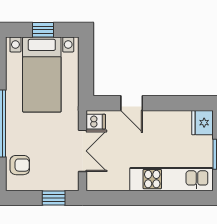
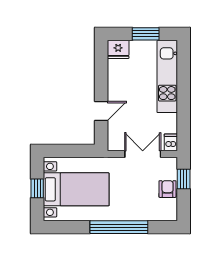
dishwasher: (96, 122) -> (171, 142), moved
armchair: (20, 165) -> (168, 189), moved

